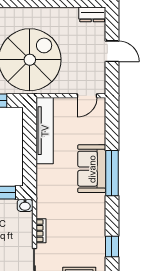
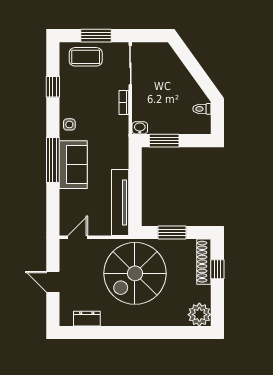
dresser: (92, 14) -> (87, 319), moved
side table: (95, 209) -> (69, 124), added

